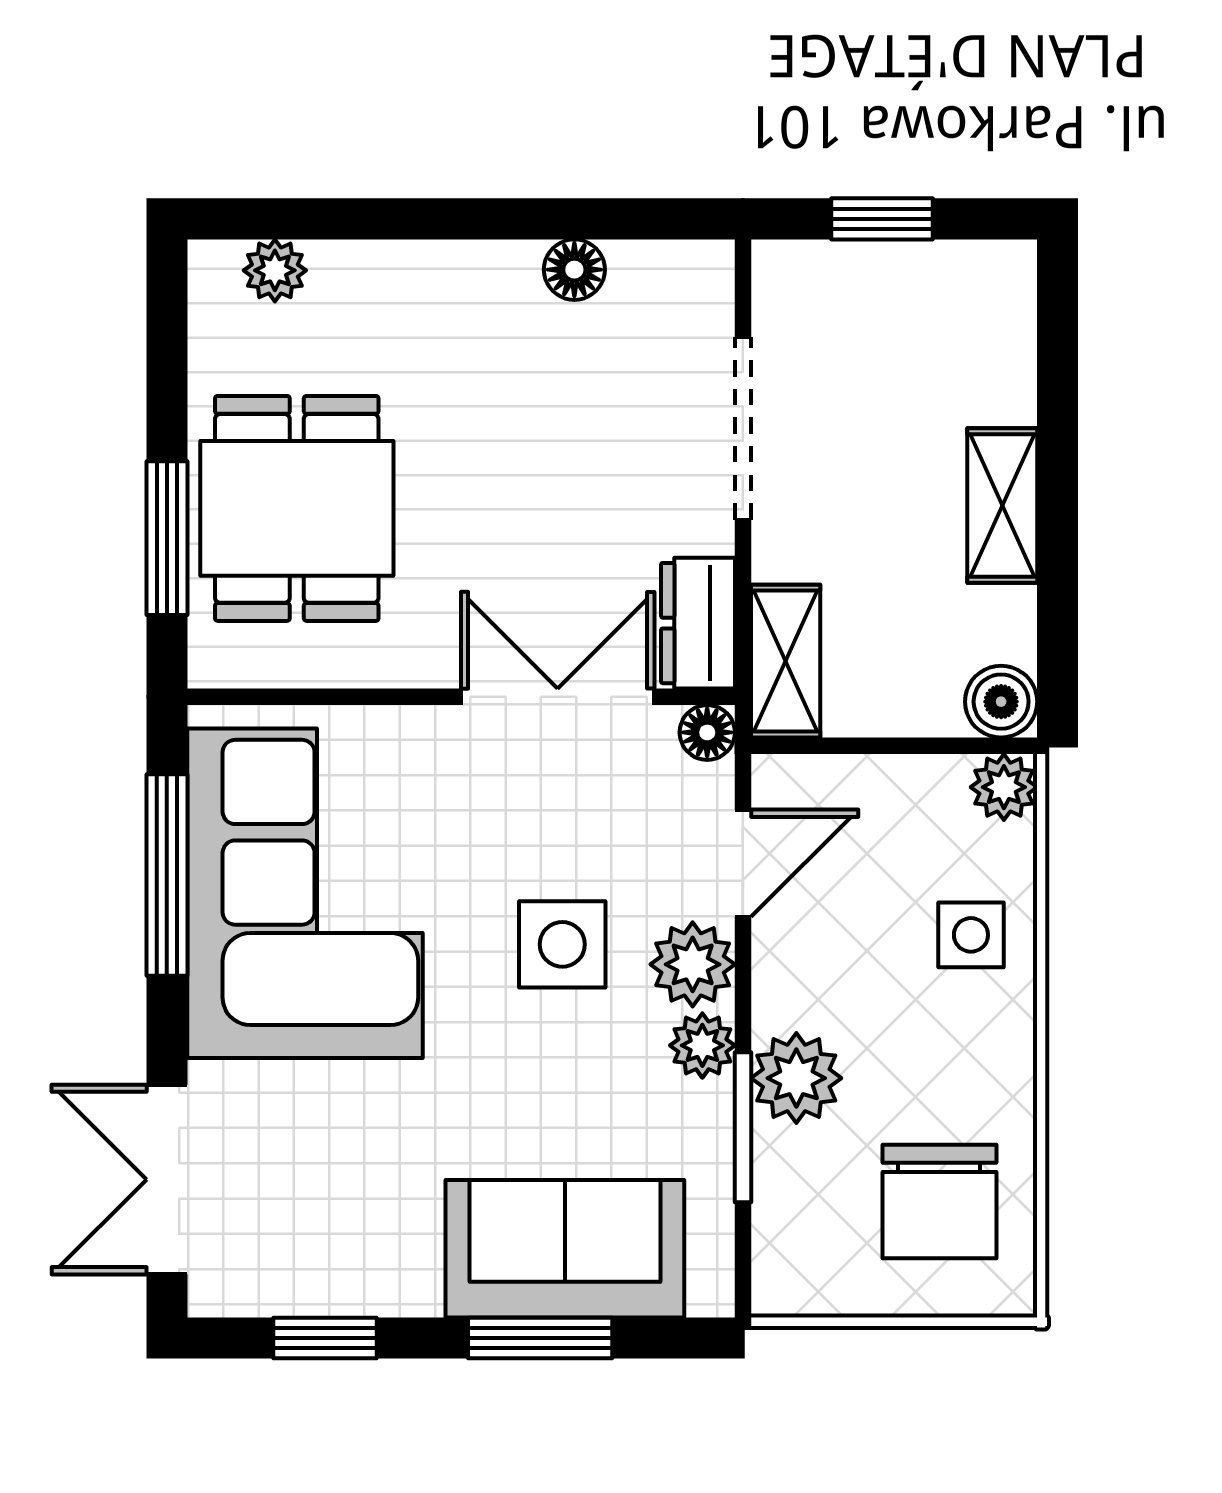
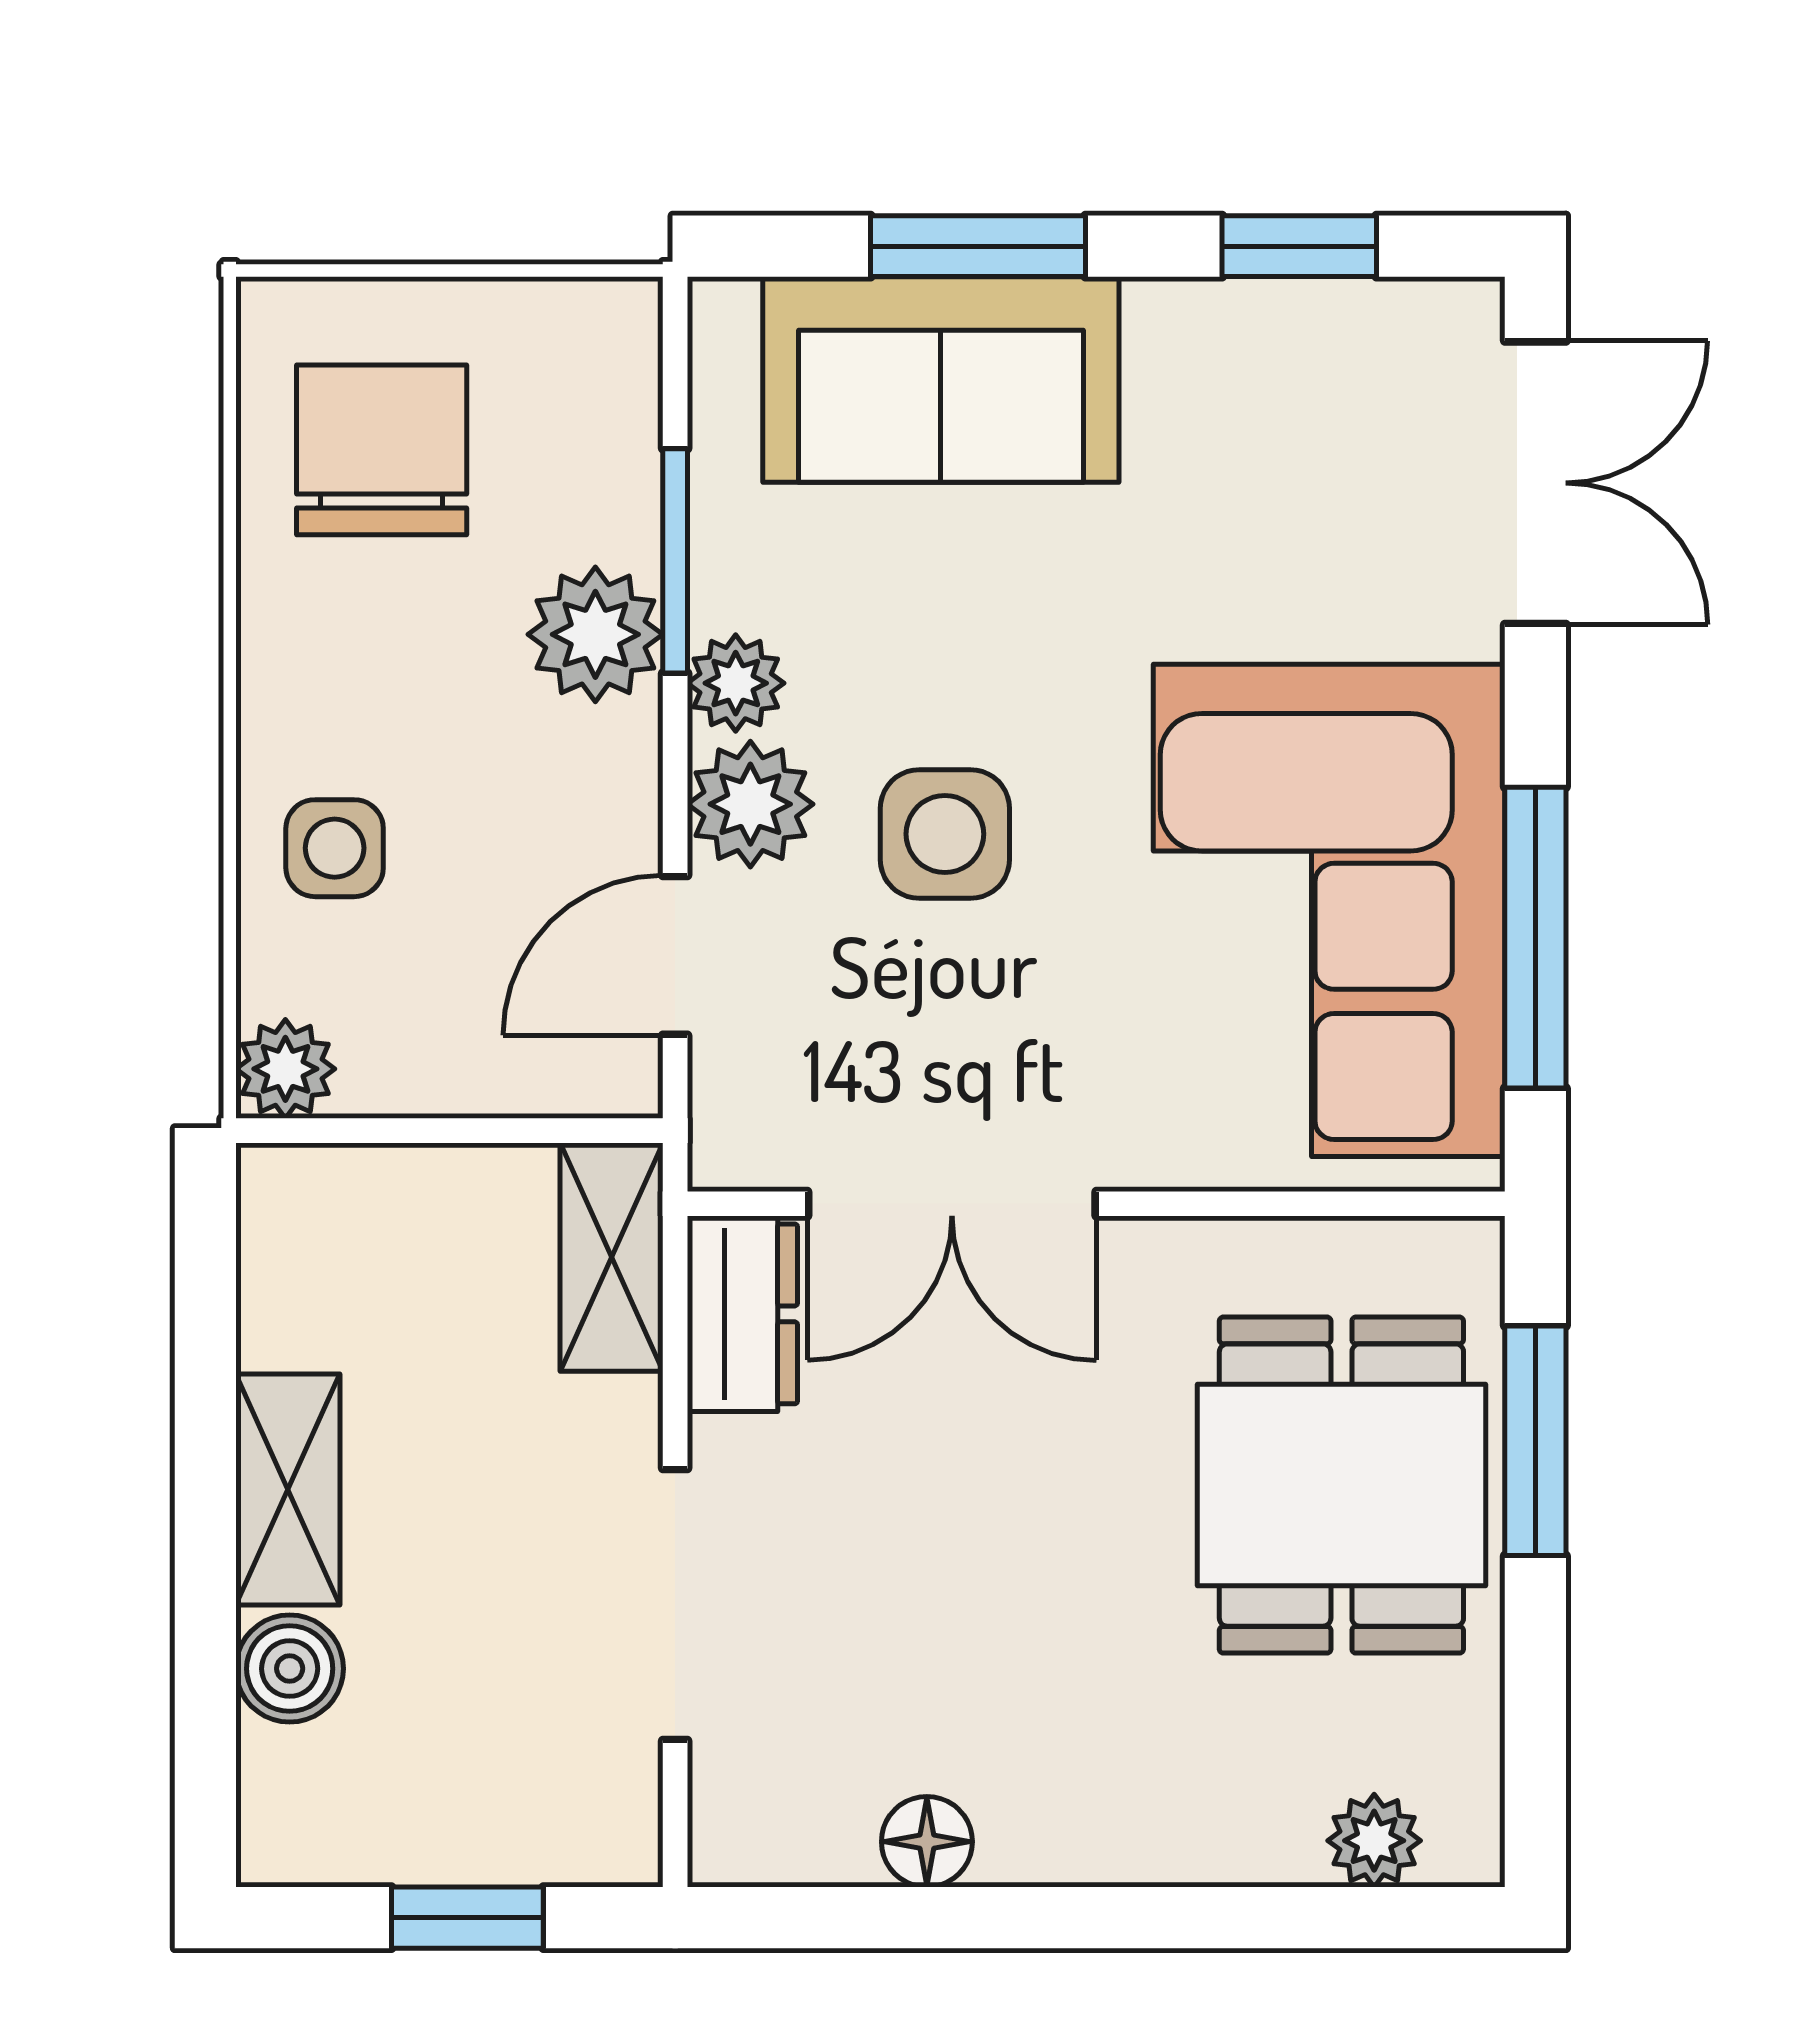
boiler: (1001, 702) -> (290, 1669), moved
floor lamp: (707, 732) -> (728, 1150), removed

